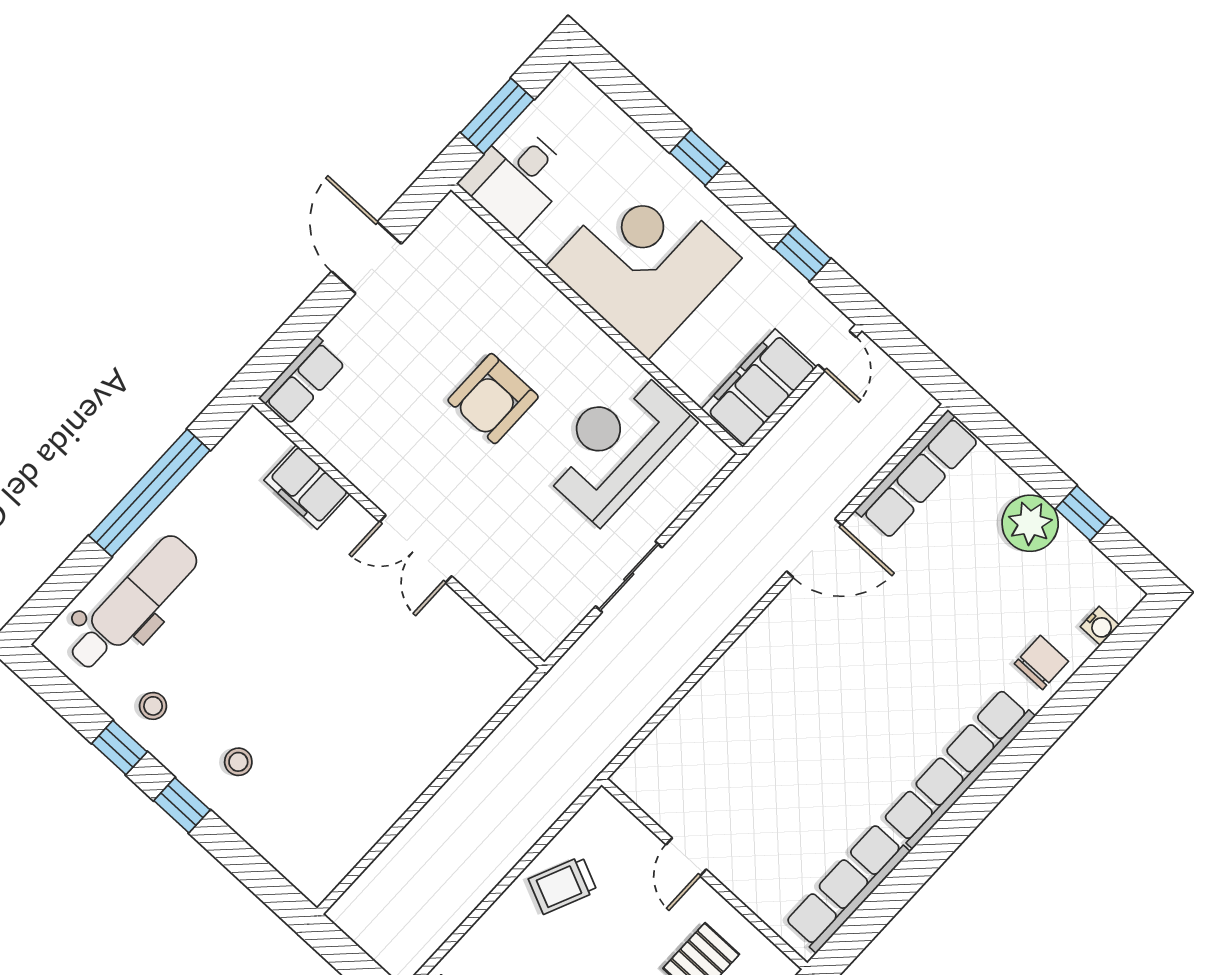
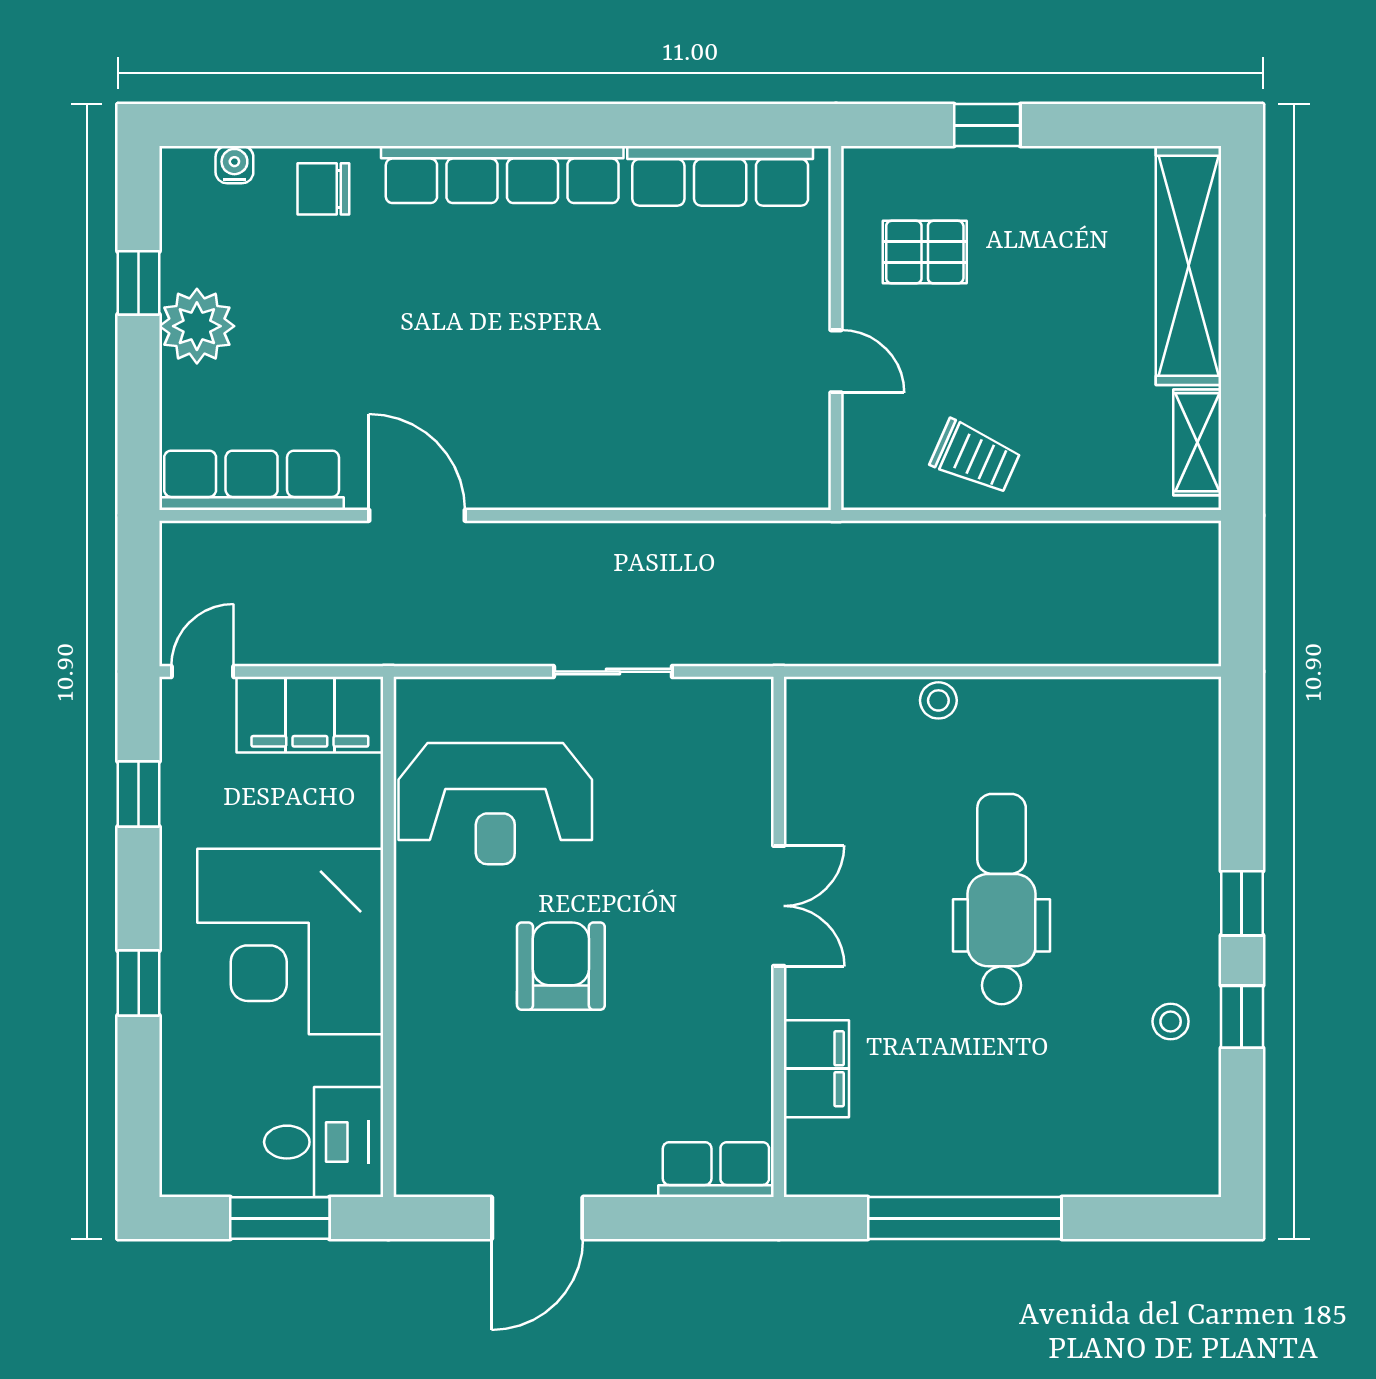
armchair: (493, 399) -> (561, 966), turned -90
dental chair: (132, 603) -> (1002, 899), moved, turned 90
stool: (238, 762) -> (938, 700), moved
door: (686, 857) -> (836, 361), hinge flipped

